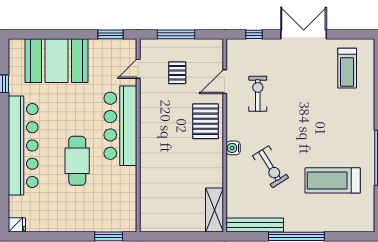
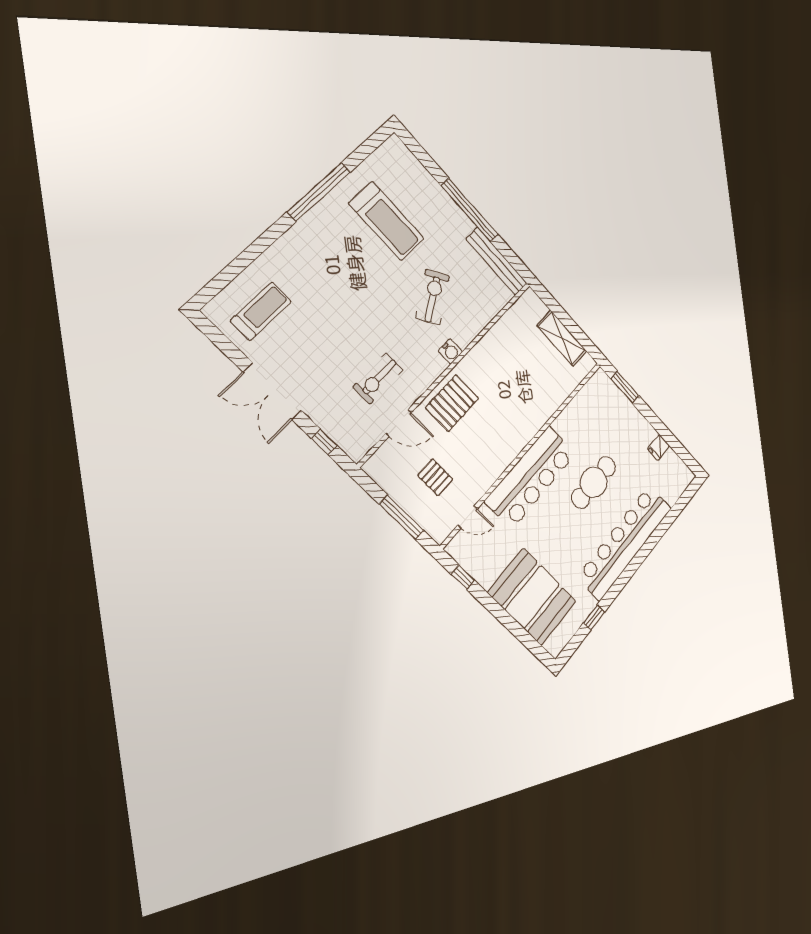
window: (110, 34) -> (463, 577), width x0.67
pallet: (177, 73) -> (435, 477), turned 90
shelving: (214, 210) -> (562, 338), moved, turned 90
fridge: (17, 225) -> (659, 447), moved, turned -90

